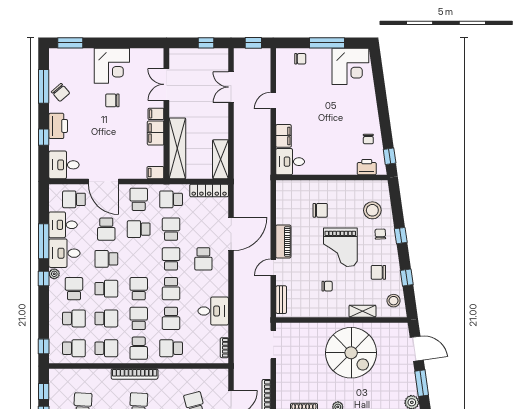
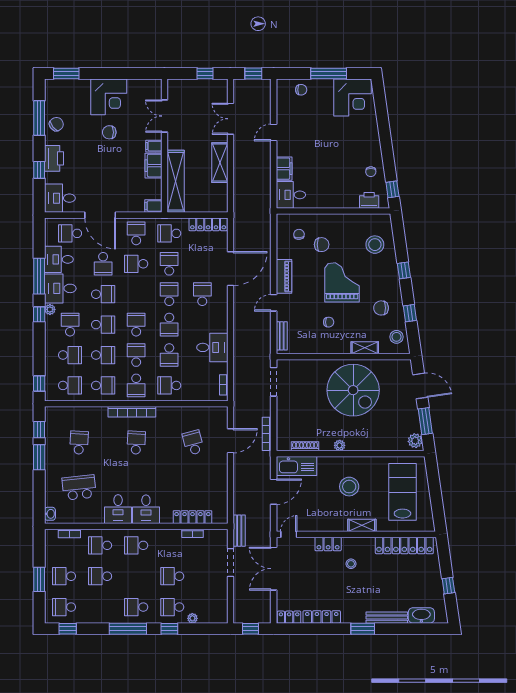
chair: (61, 92) -> (56, 124), turned -88
shelving: (221, 159) -> (220, 163), moved
chair: (380, 234) -> (299, 234), moved
grand piano: (340, 247) -> (342, 282), turned 180
school desk: (106, 259) -> (103, 294), turned 180
school desk: (203, 259) -> (202, 294), turned 180

